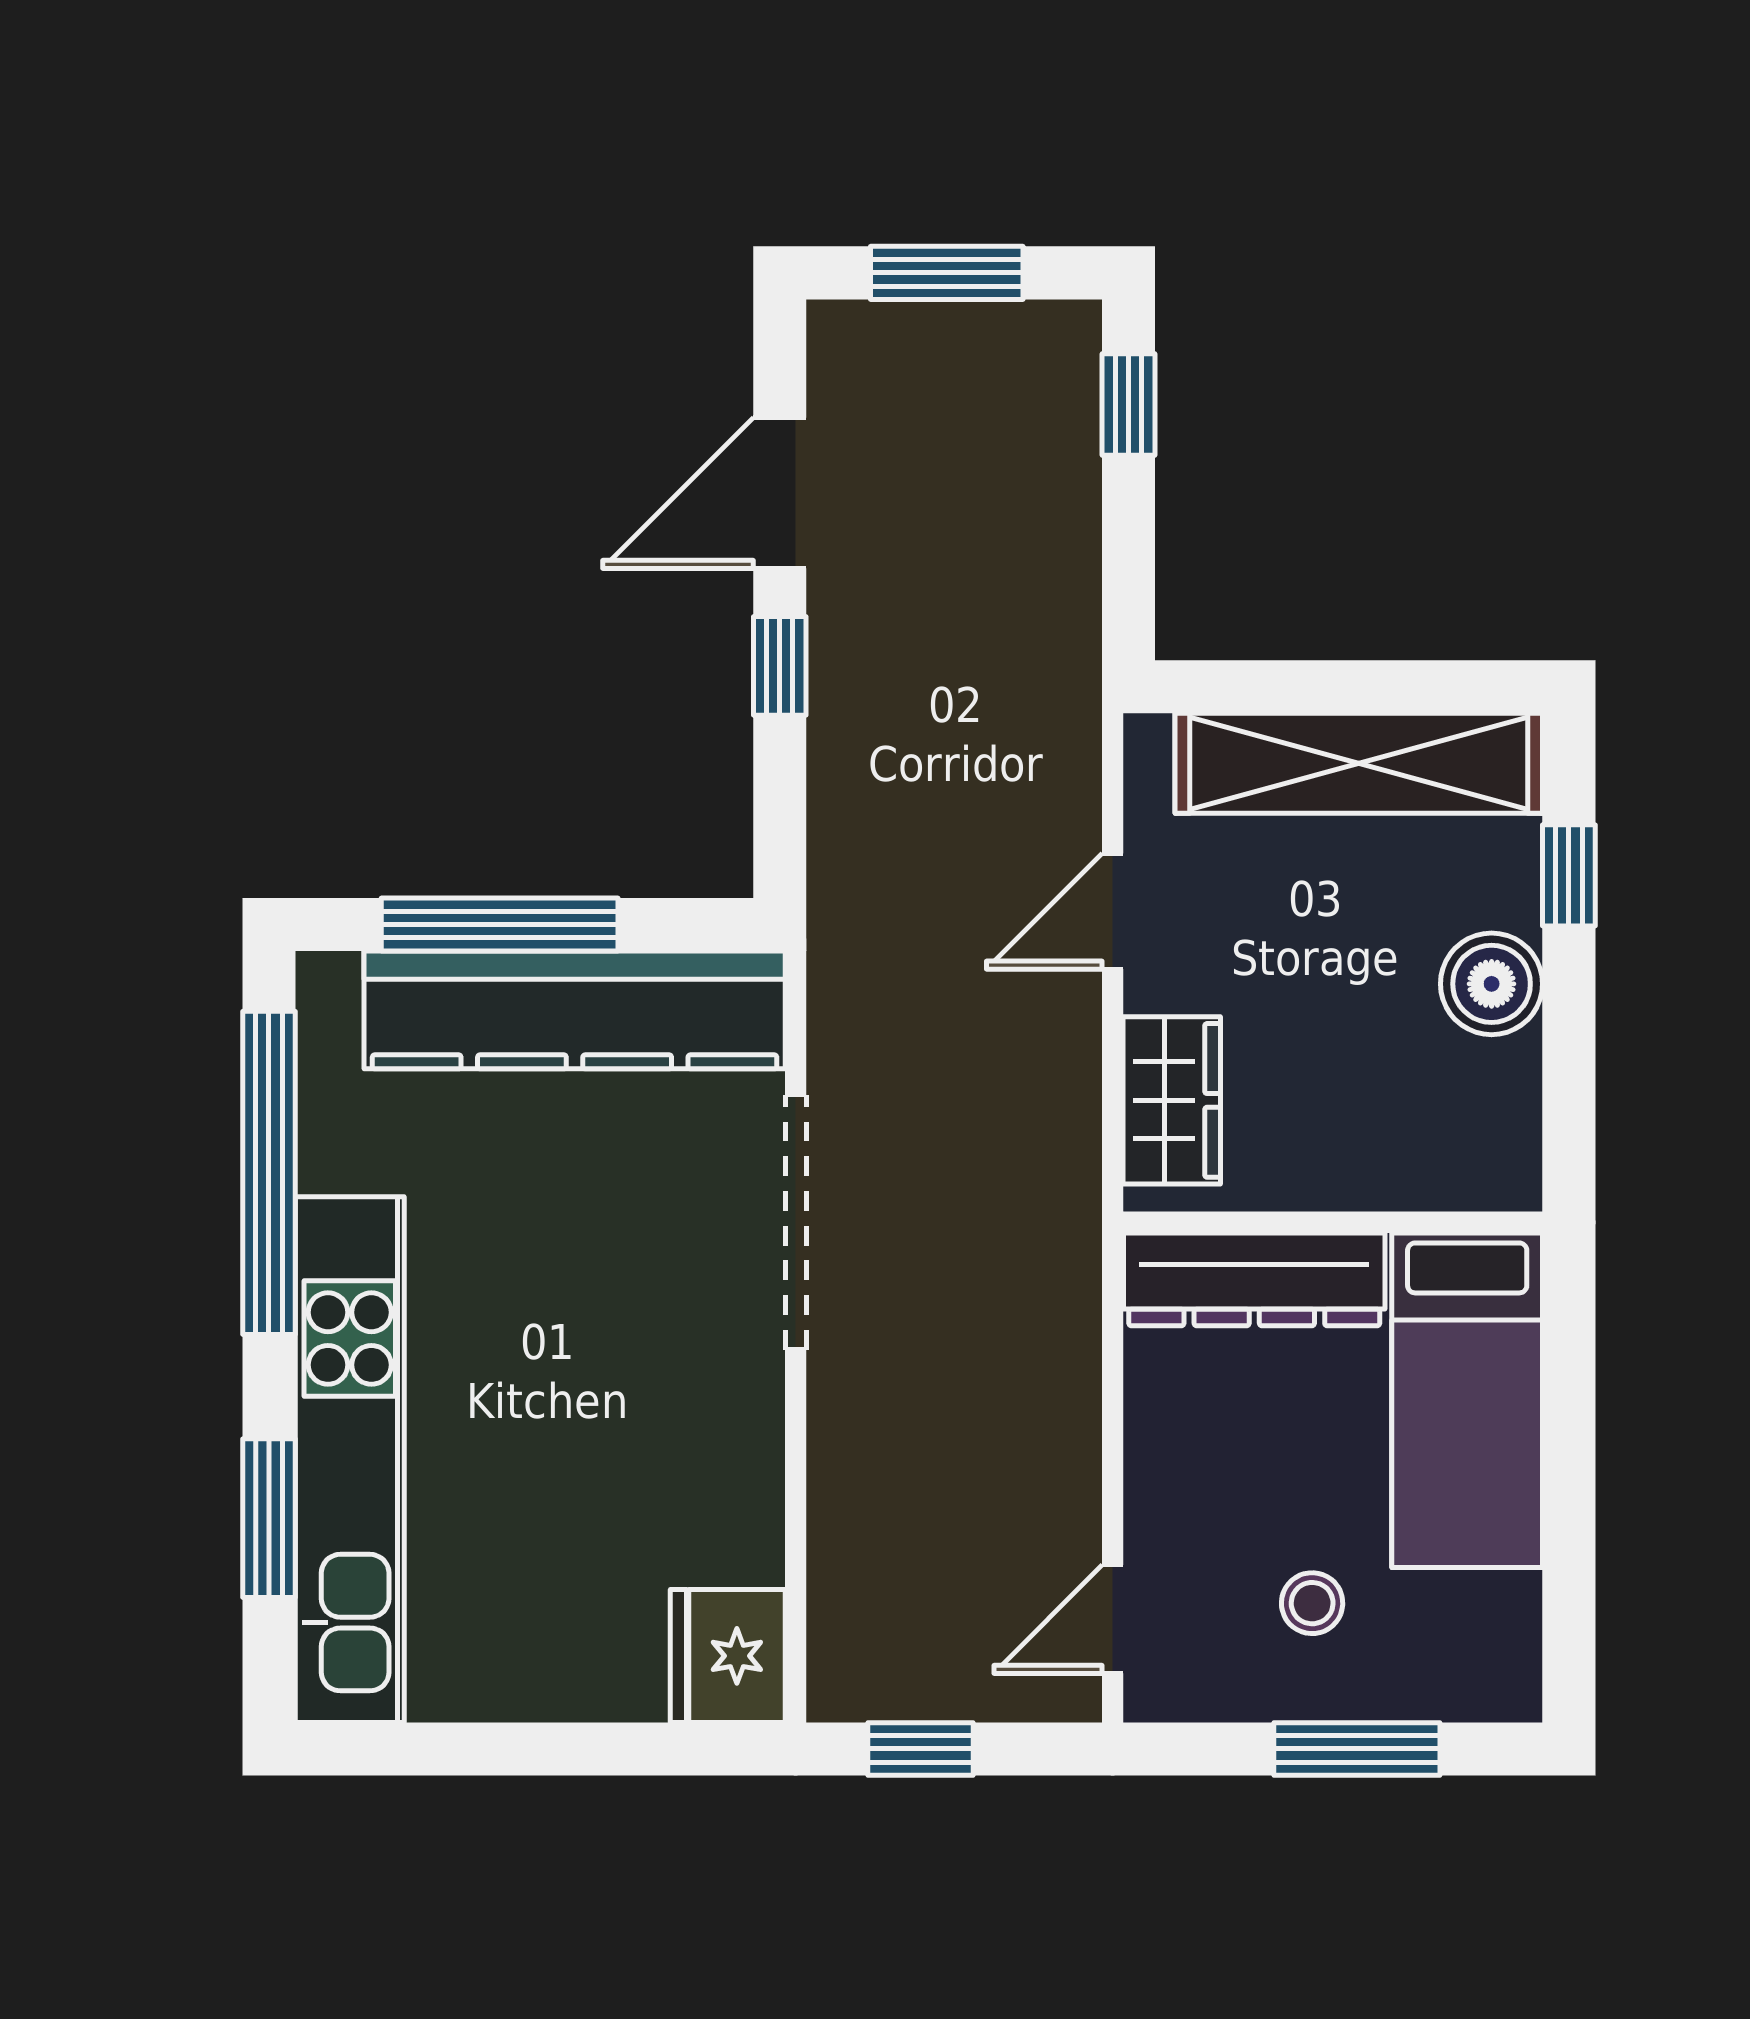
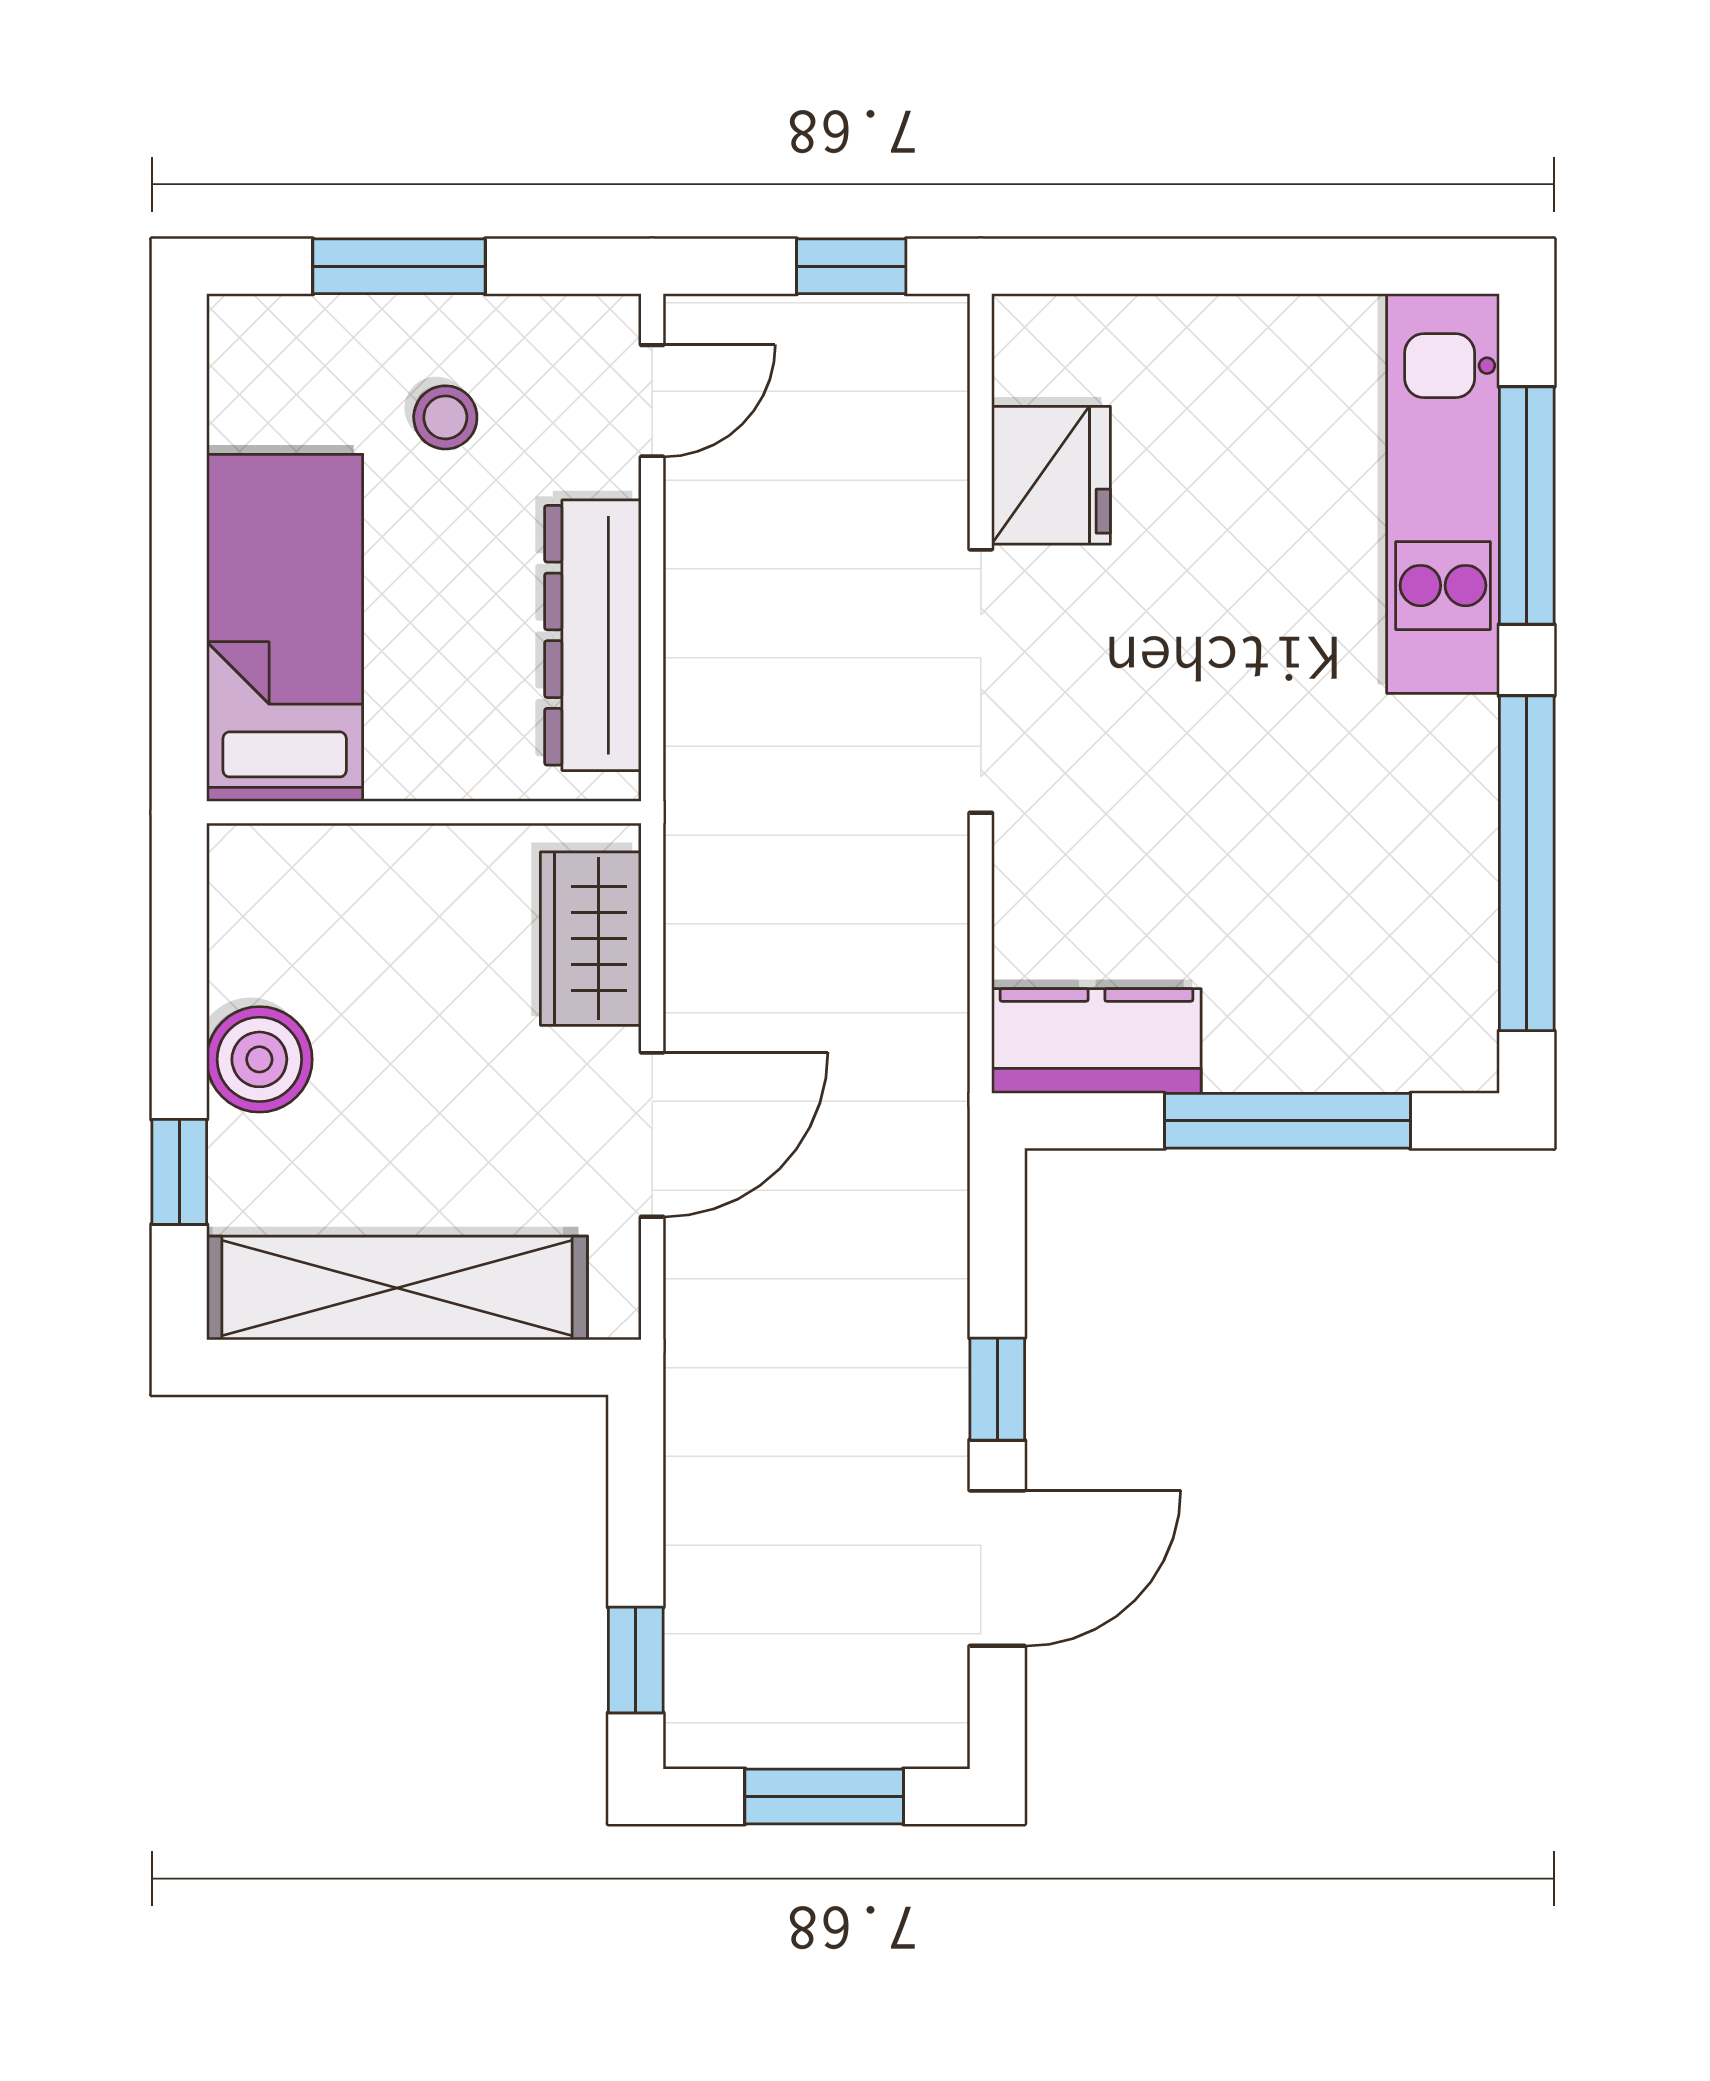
door: (1113, 911) -> (652, 1135), width x1.37
kitchen counter: (575, 1010) -> (1096, 1041), width x0.48, depth x0.86
doorway: (796, 1222) -> (981, 681), moved
dresser: (1254, 1279) -> (593, 635), moved, turned -90
kitchen unit: (350, 1460) -> (1443, 494), width x0.73
window: (269, 1518) -> (1527, 506), width x1.44
fridge: (728, 1656) -> (1051, 475), moved

